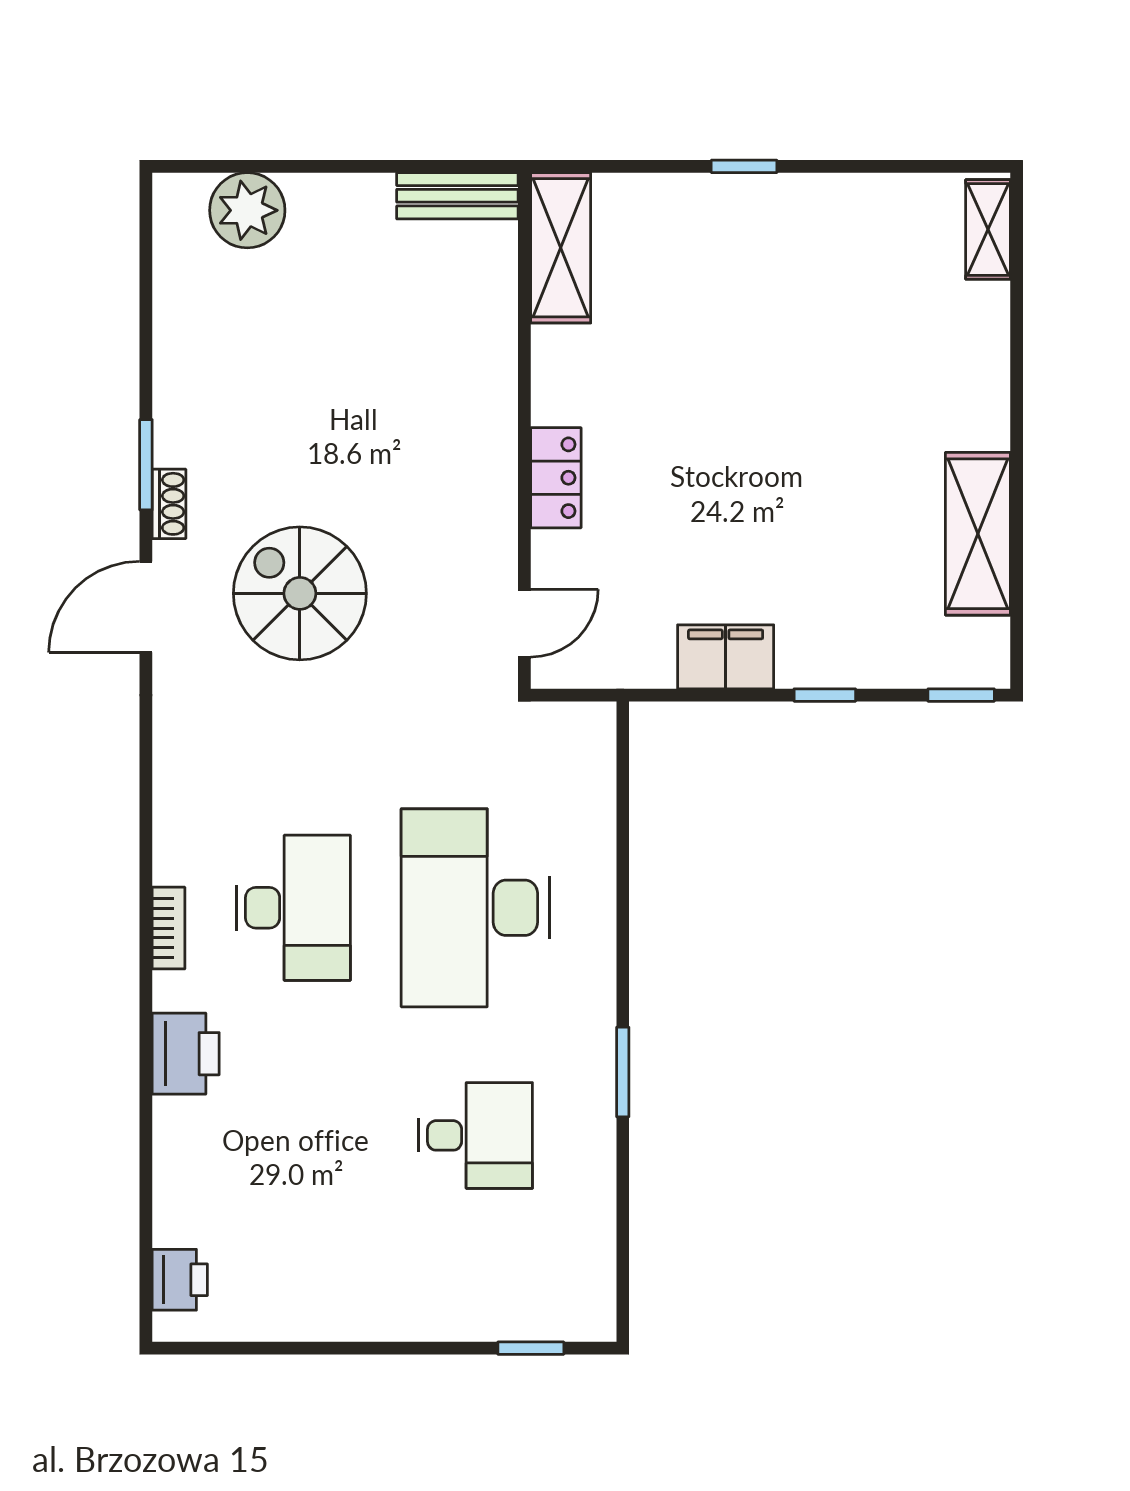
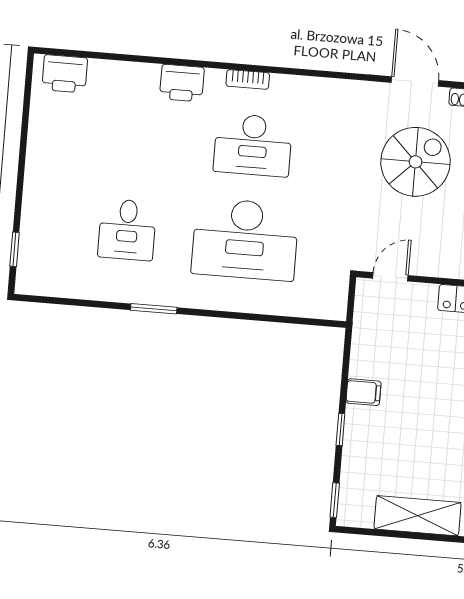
door: (524, 623) -> (390, 277), swing flipped
filing cabinet: (726, 657) -> (363, 392), width x0.50
desk: (475, 908) -> (245, 239), turned 180
printer: (180, 1280) -> (65, 74), width x1.36, depth x1.24

